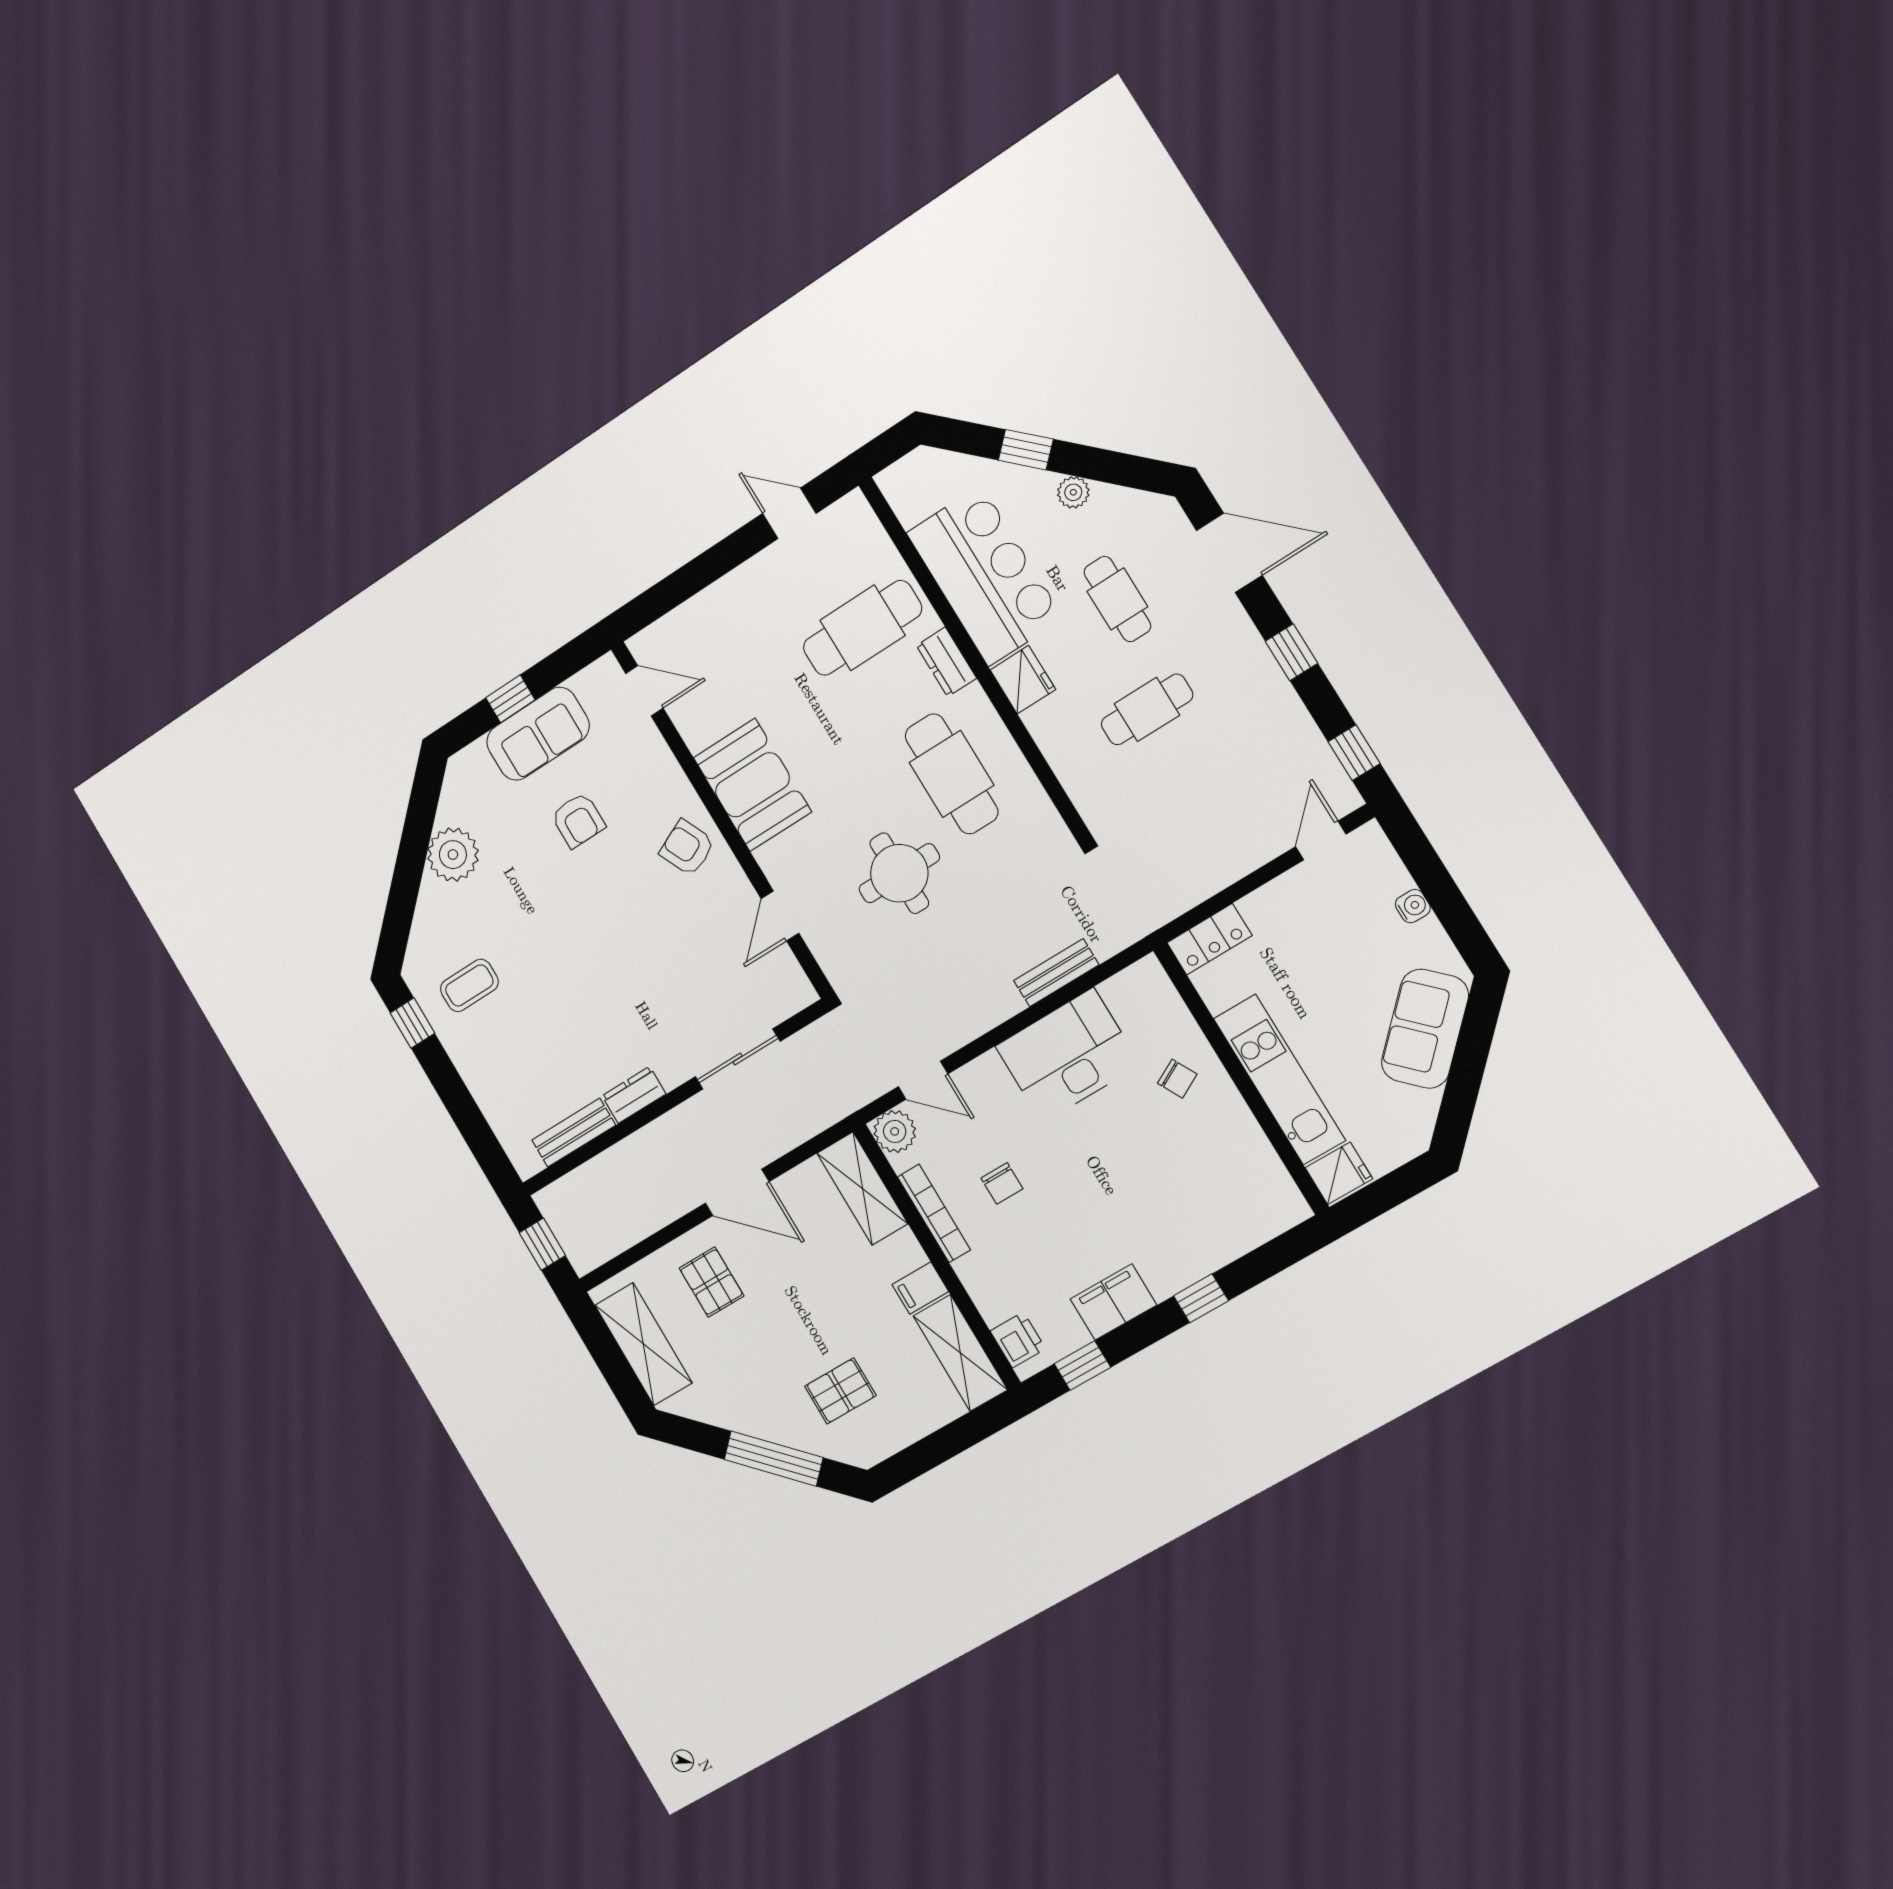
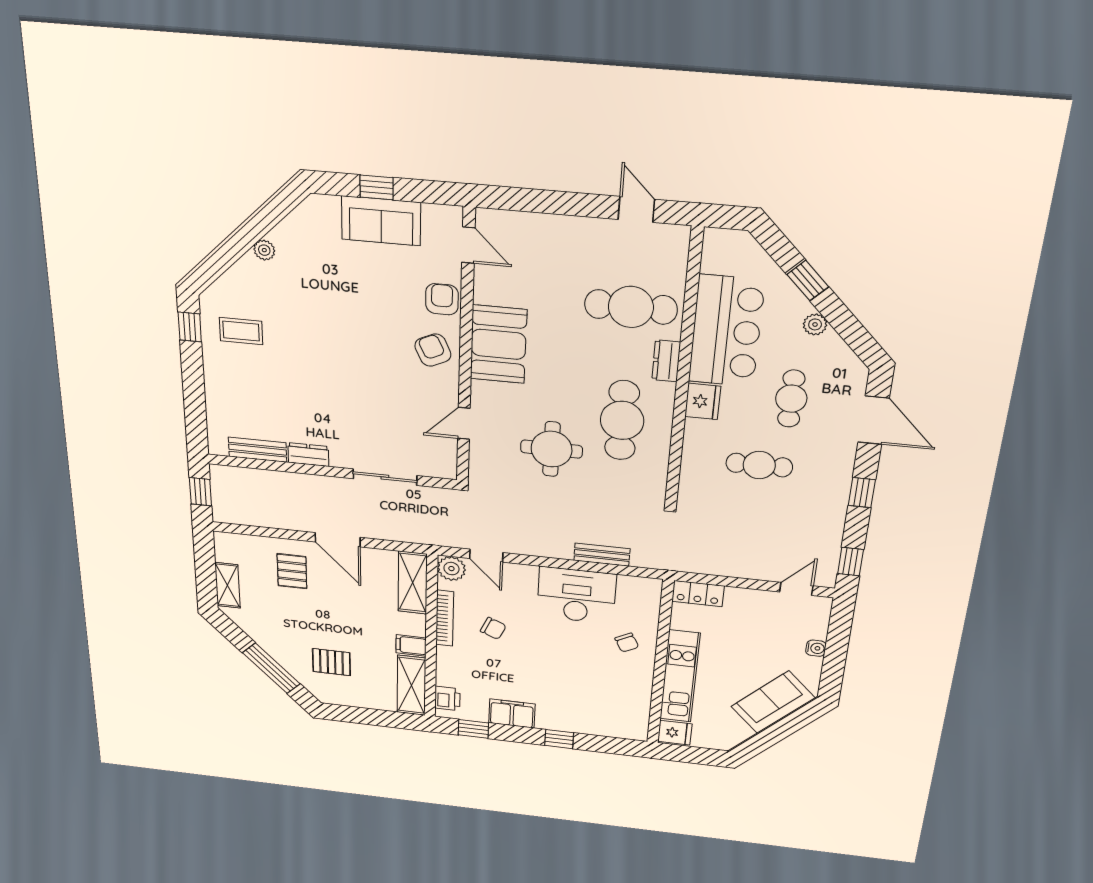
armchair: (578, 820) -> (442, 299), moved, turned 180
plant: (453, 855) -> (264, 250), width x0.53, depth x0.53
chair: (1002, 1183) -> (493, 628), turned -67
shelving: (643, 1344) -> (227, 585), width x0.67, depth x0.75

